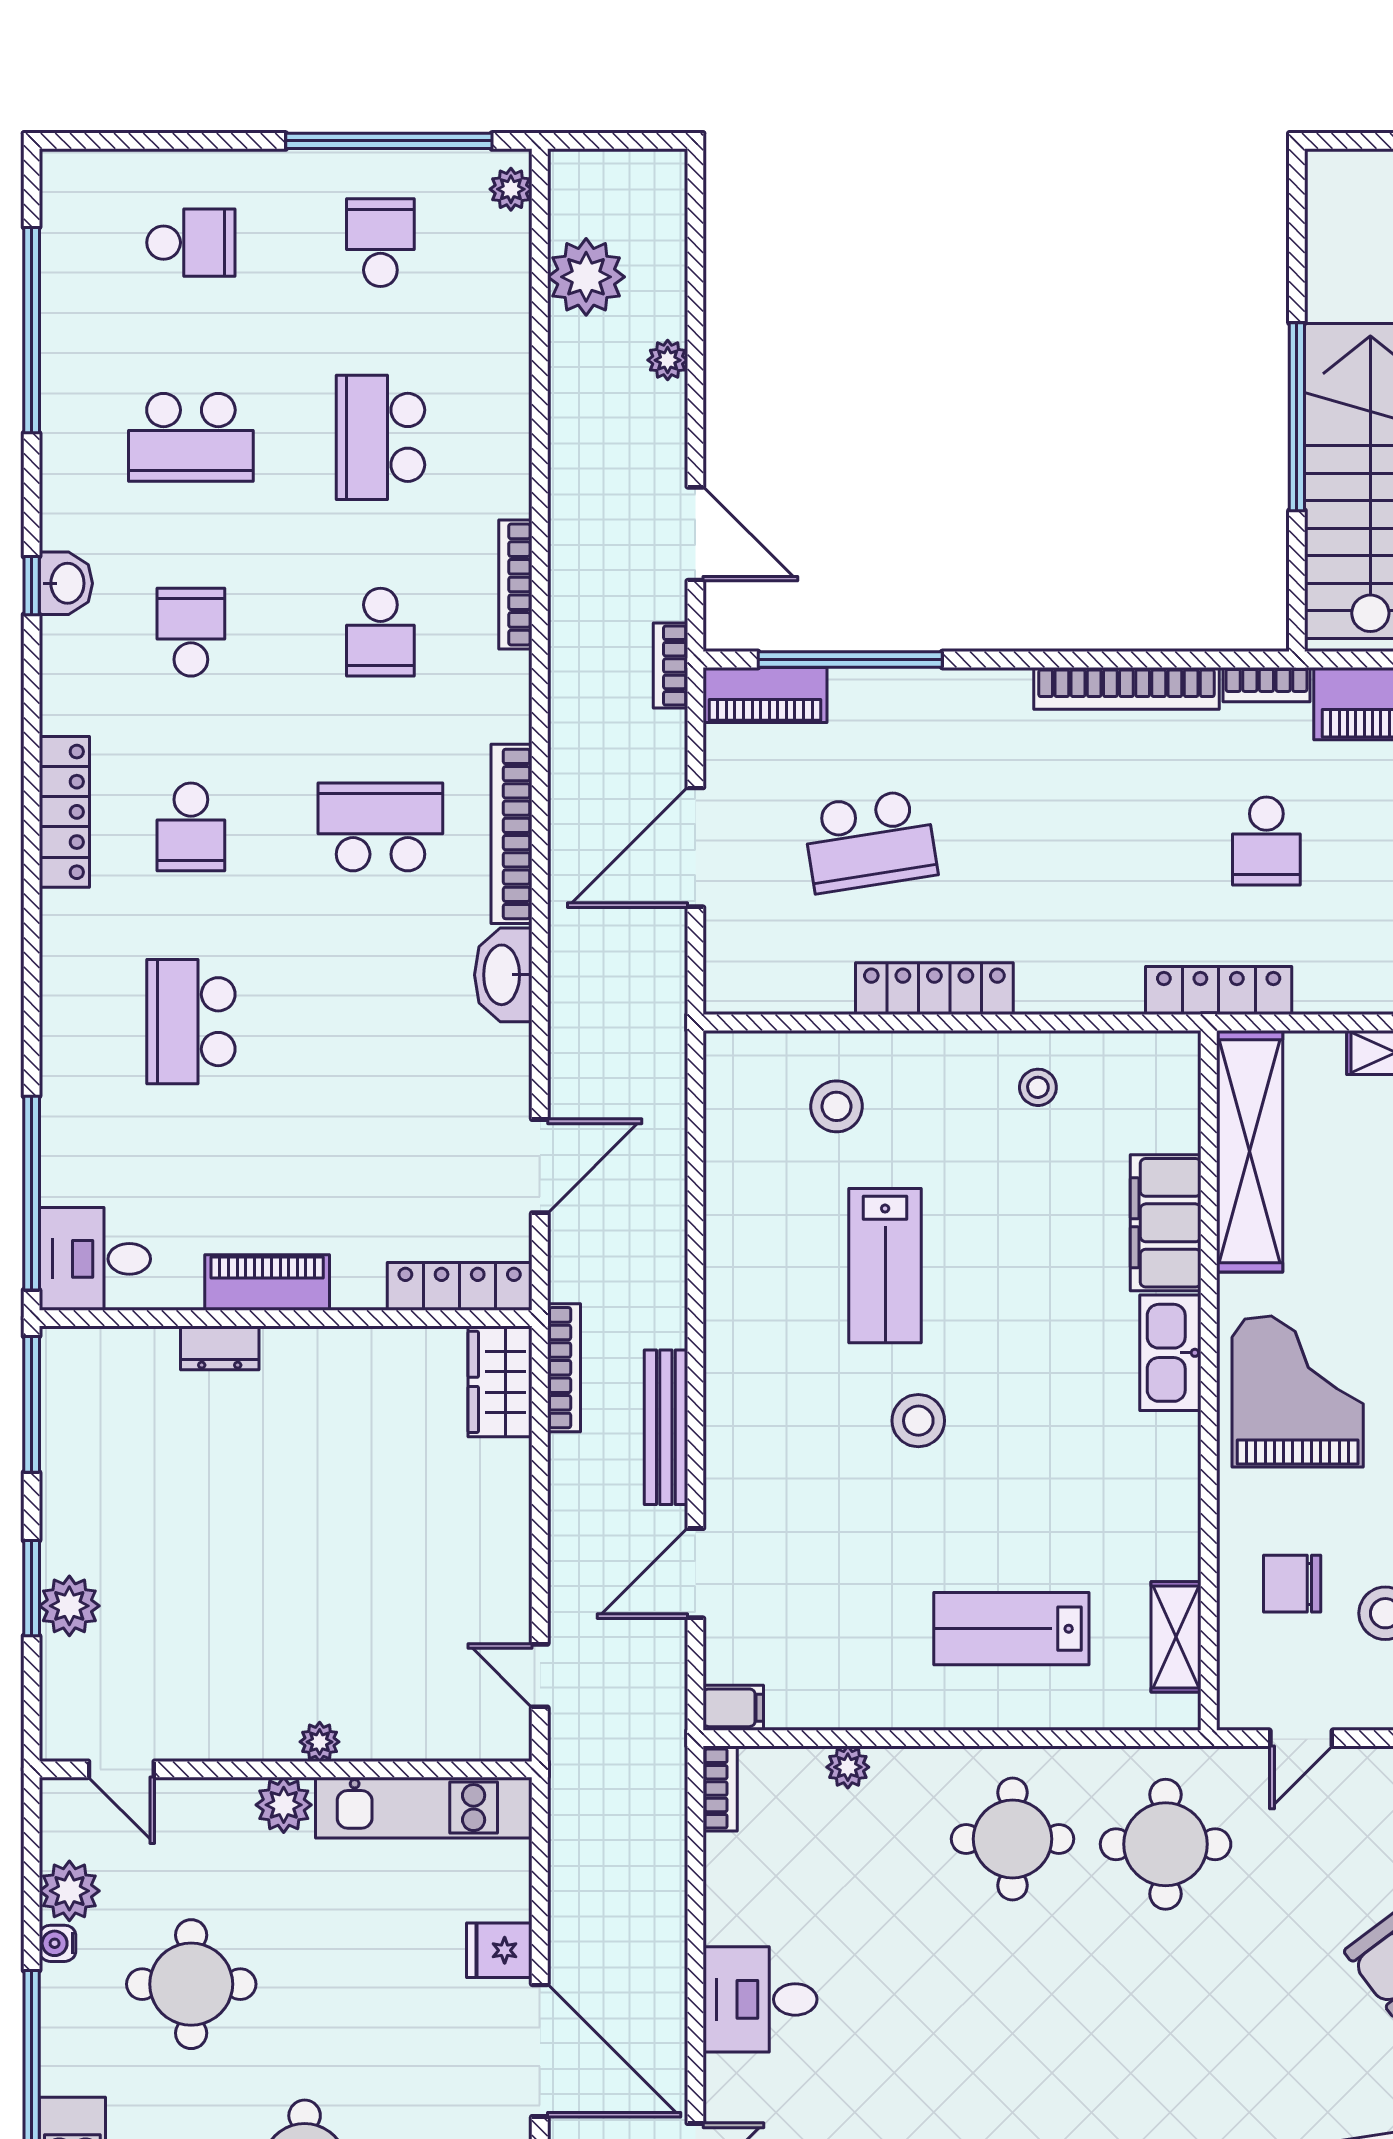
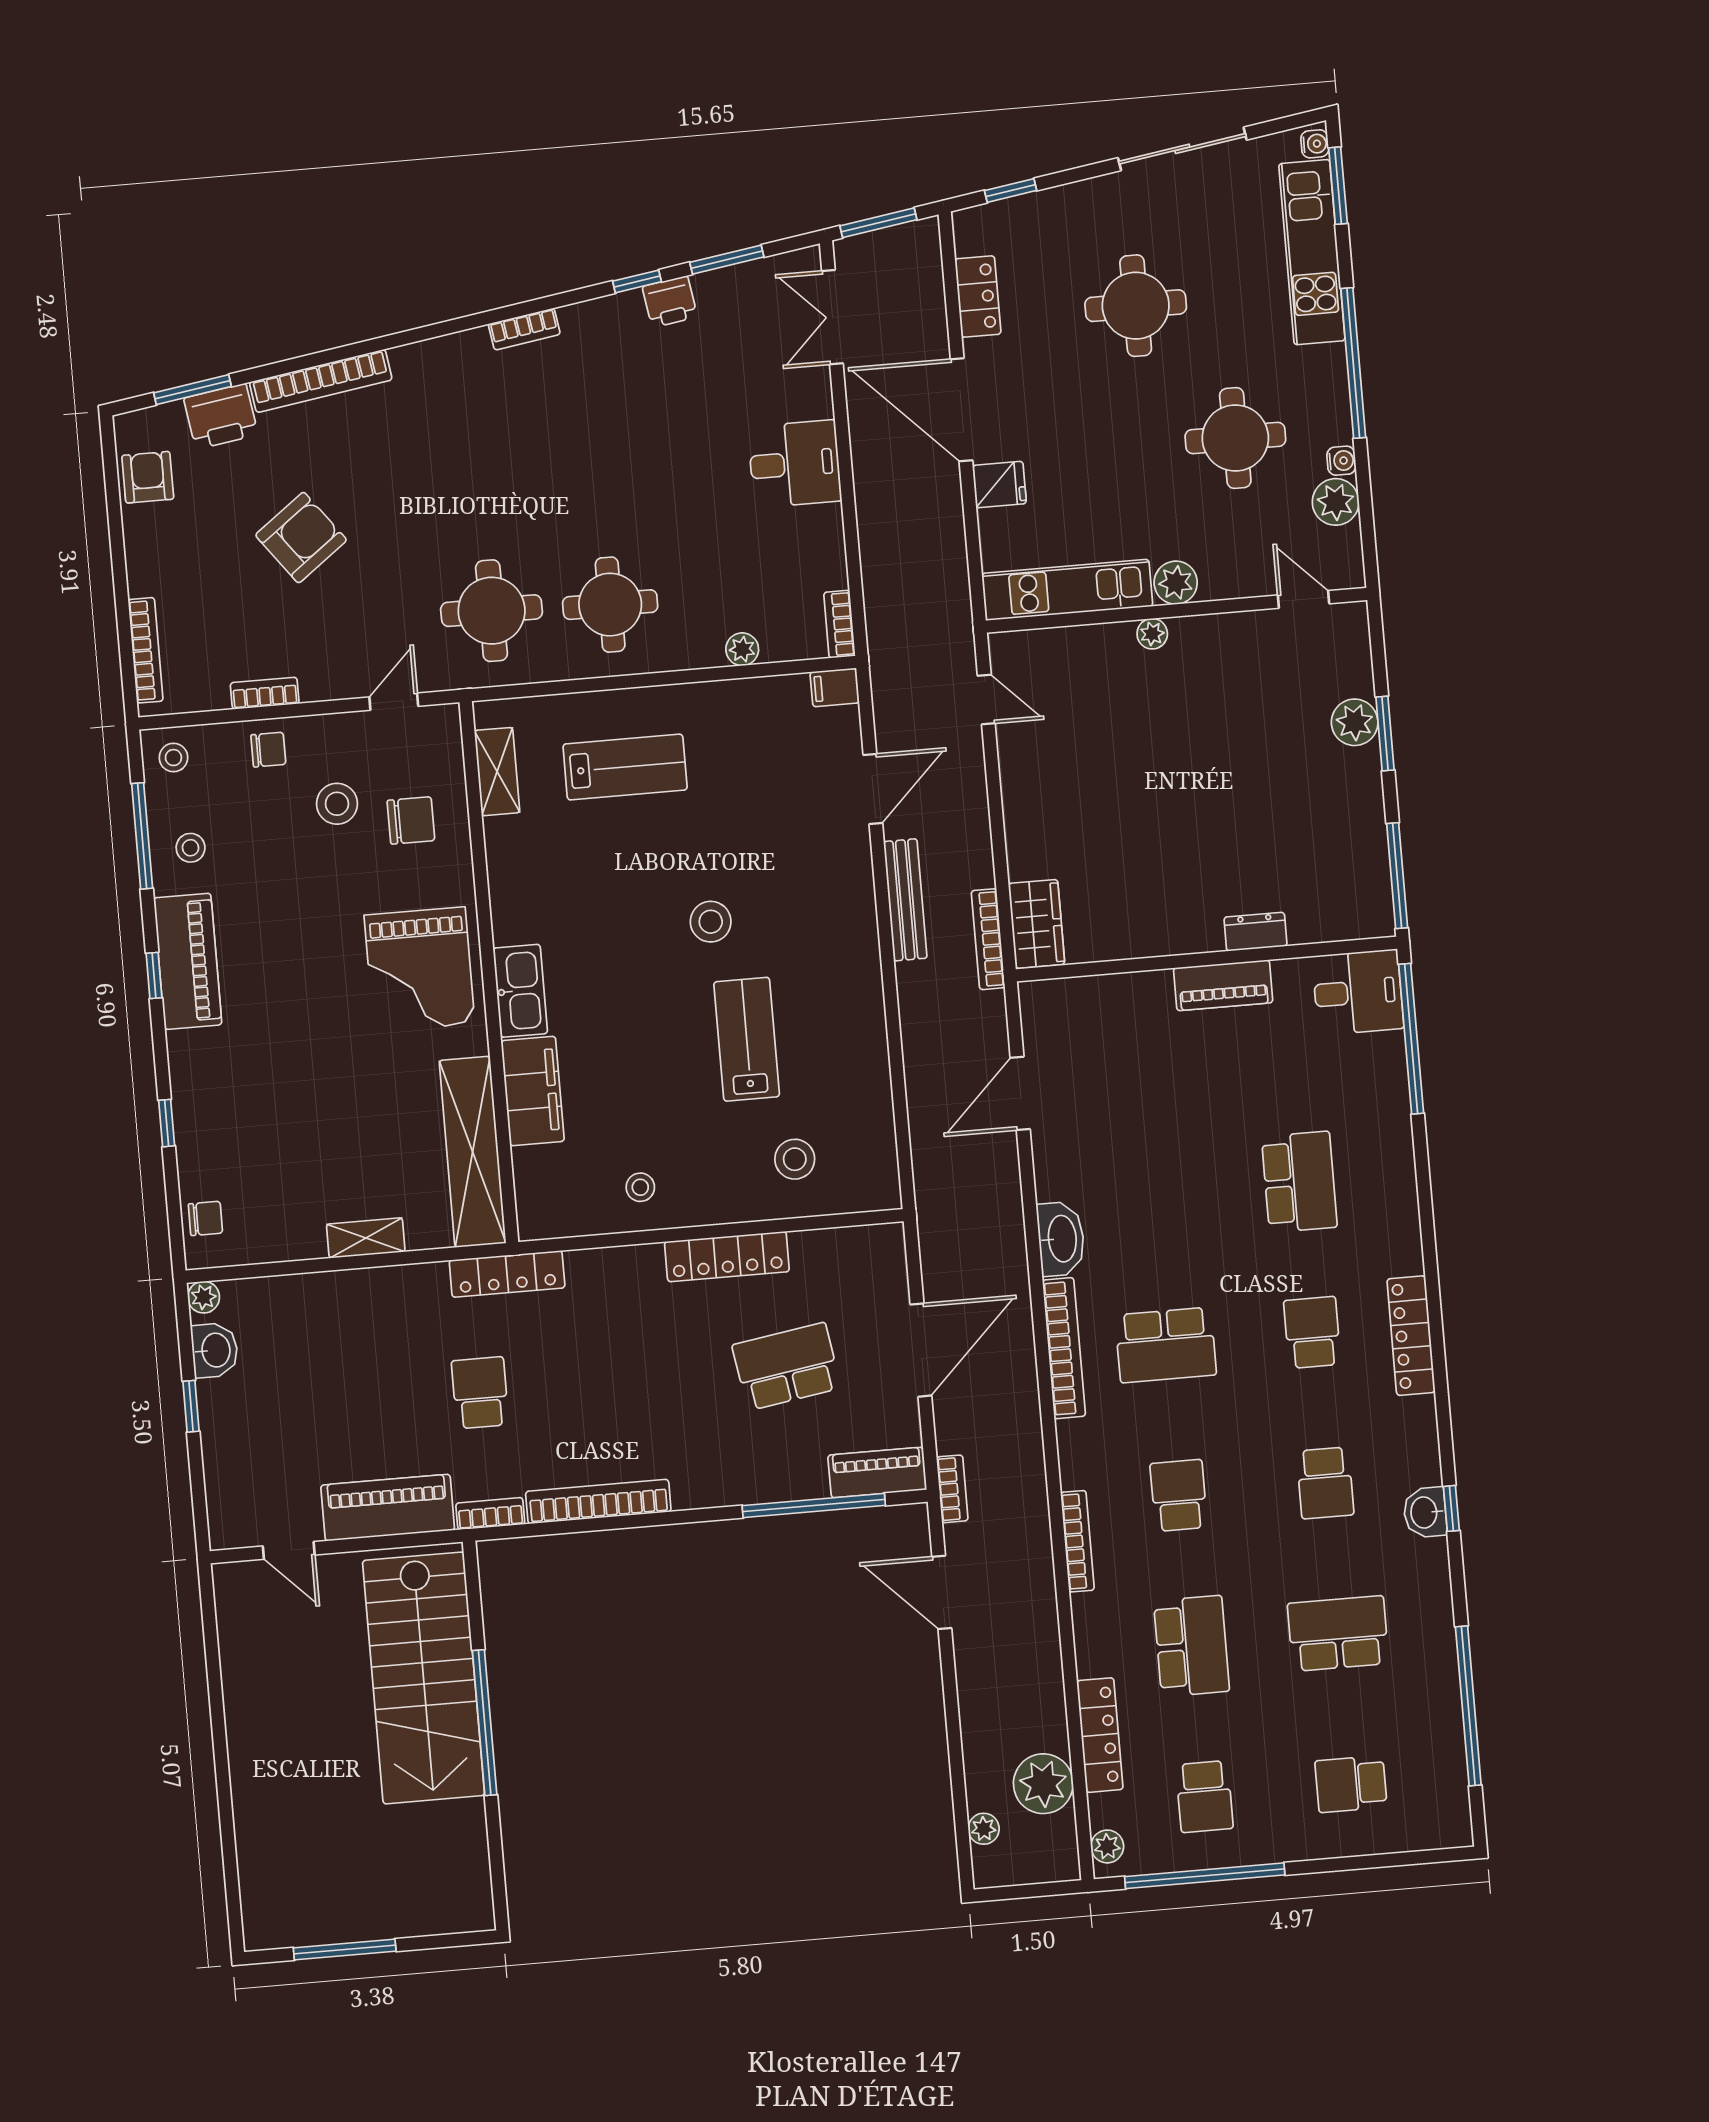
plant: (668, 360) -> (984, 1829), moved
locker: (460, 1286) -> (1100, 1735), moved, turned -90

